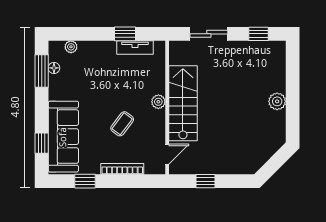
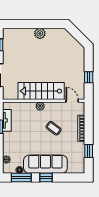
sofa: (63, 137) -> (45, 164), moved
window: (42, 143) -> (46, 178), moved

